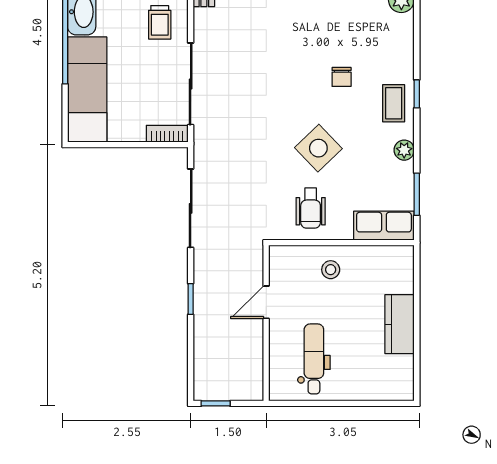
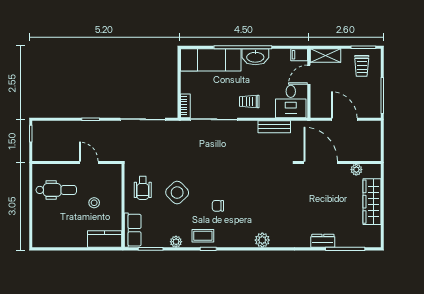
wheelchair: (311, 208) -> (143, 188), turned -90
stool: (331, 270) -> (94, 203), moved
kitchen counter: (400, 324) -> (105, 239), moved

